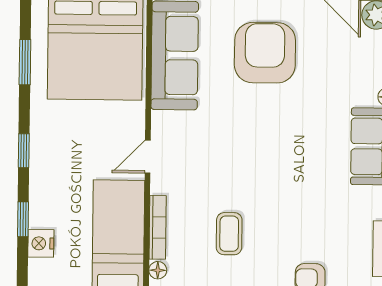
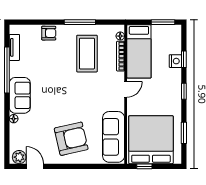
armchair: (265, 53) -> (71, 139), turned -103
coffee table: (229, 234) -> (87, 54), width x1.86, depth x1.72
nightstand: (41, 243) -> (175, 61), moved

